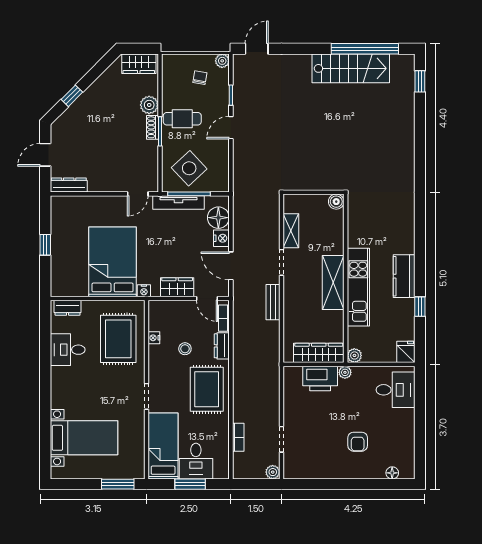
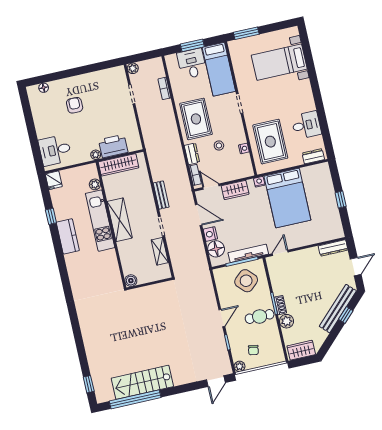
bench: (80, 106) -> (338, 309), added
plant: (354, 355) -> (95, 184), moved

